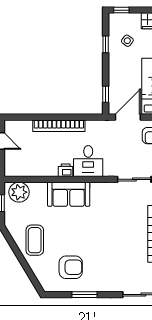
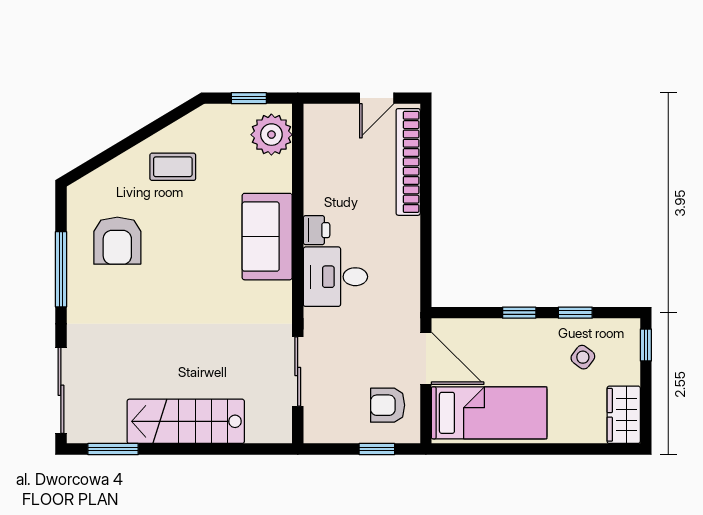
window: (106, 94) -> (519, 313), moved
bookcase: (59, 126) -> (408, 162), moved
coffee table: (35, 240) -> (173, 167), width x0.73, depth x0.77
window: (85, 295) -> (61, 269), width x1.44

